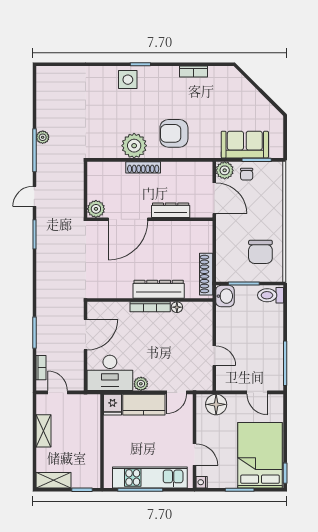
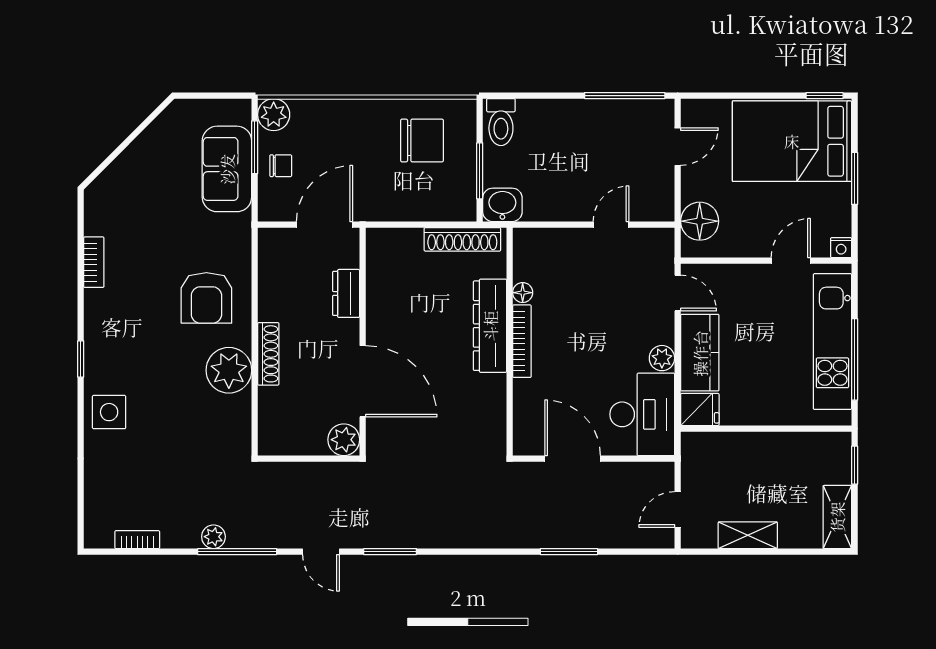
side table: (128, 80) -> (109, 412), moved
plant: (225, 170) -> (274, 115), moved
dresser: (171, 210) -> (346, 293), width x0.70
bookcase: (41, 368) -> (137, 540), moved

